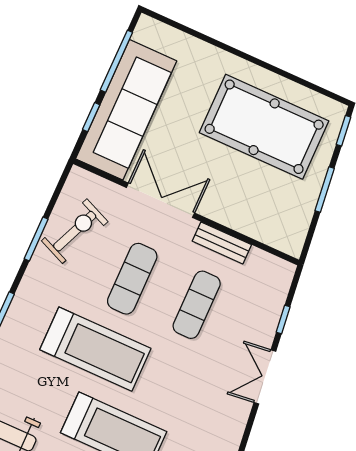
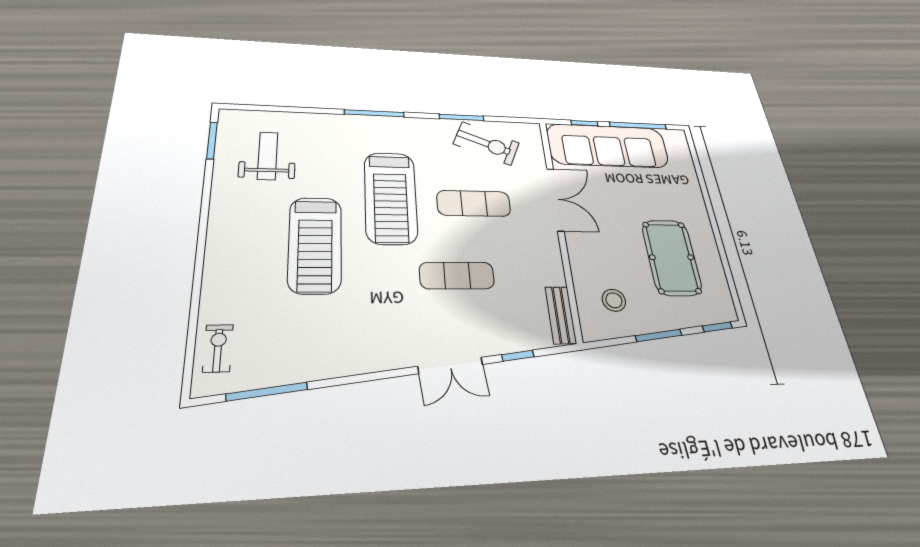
pool table: (264, 127) -> (672, 257), width x0.73, depth x0.76
stool: (277, 208) -> (614, 300), added
bench: (222, 243) -> (561, 315), moved
exercise mat: (197, 305) -> (457, 275), moved
double door: (265, 377) -> (450, 365), swing flipped

